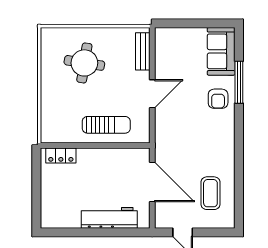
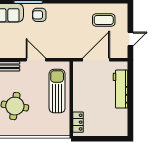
armchair: (218, 99) -> (39, 15), turned 180
sun lounger: (106, 125) -> (57, 91), width x1.36, depth x1.34

